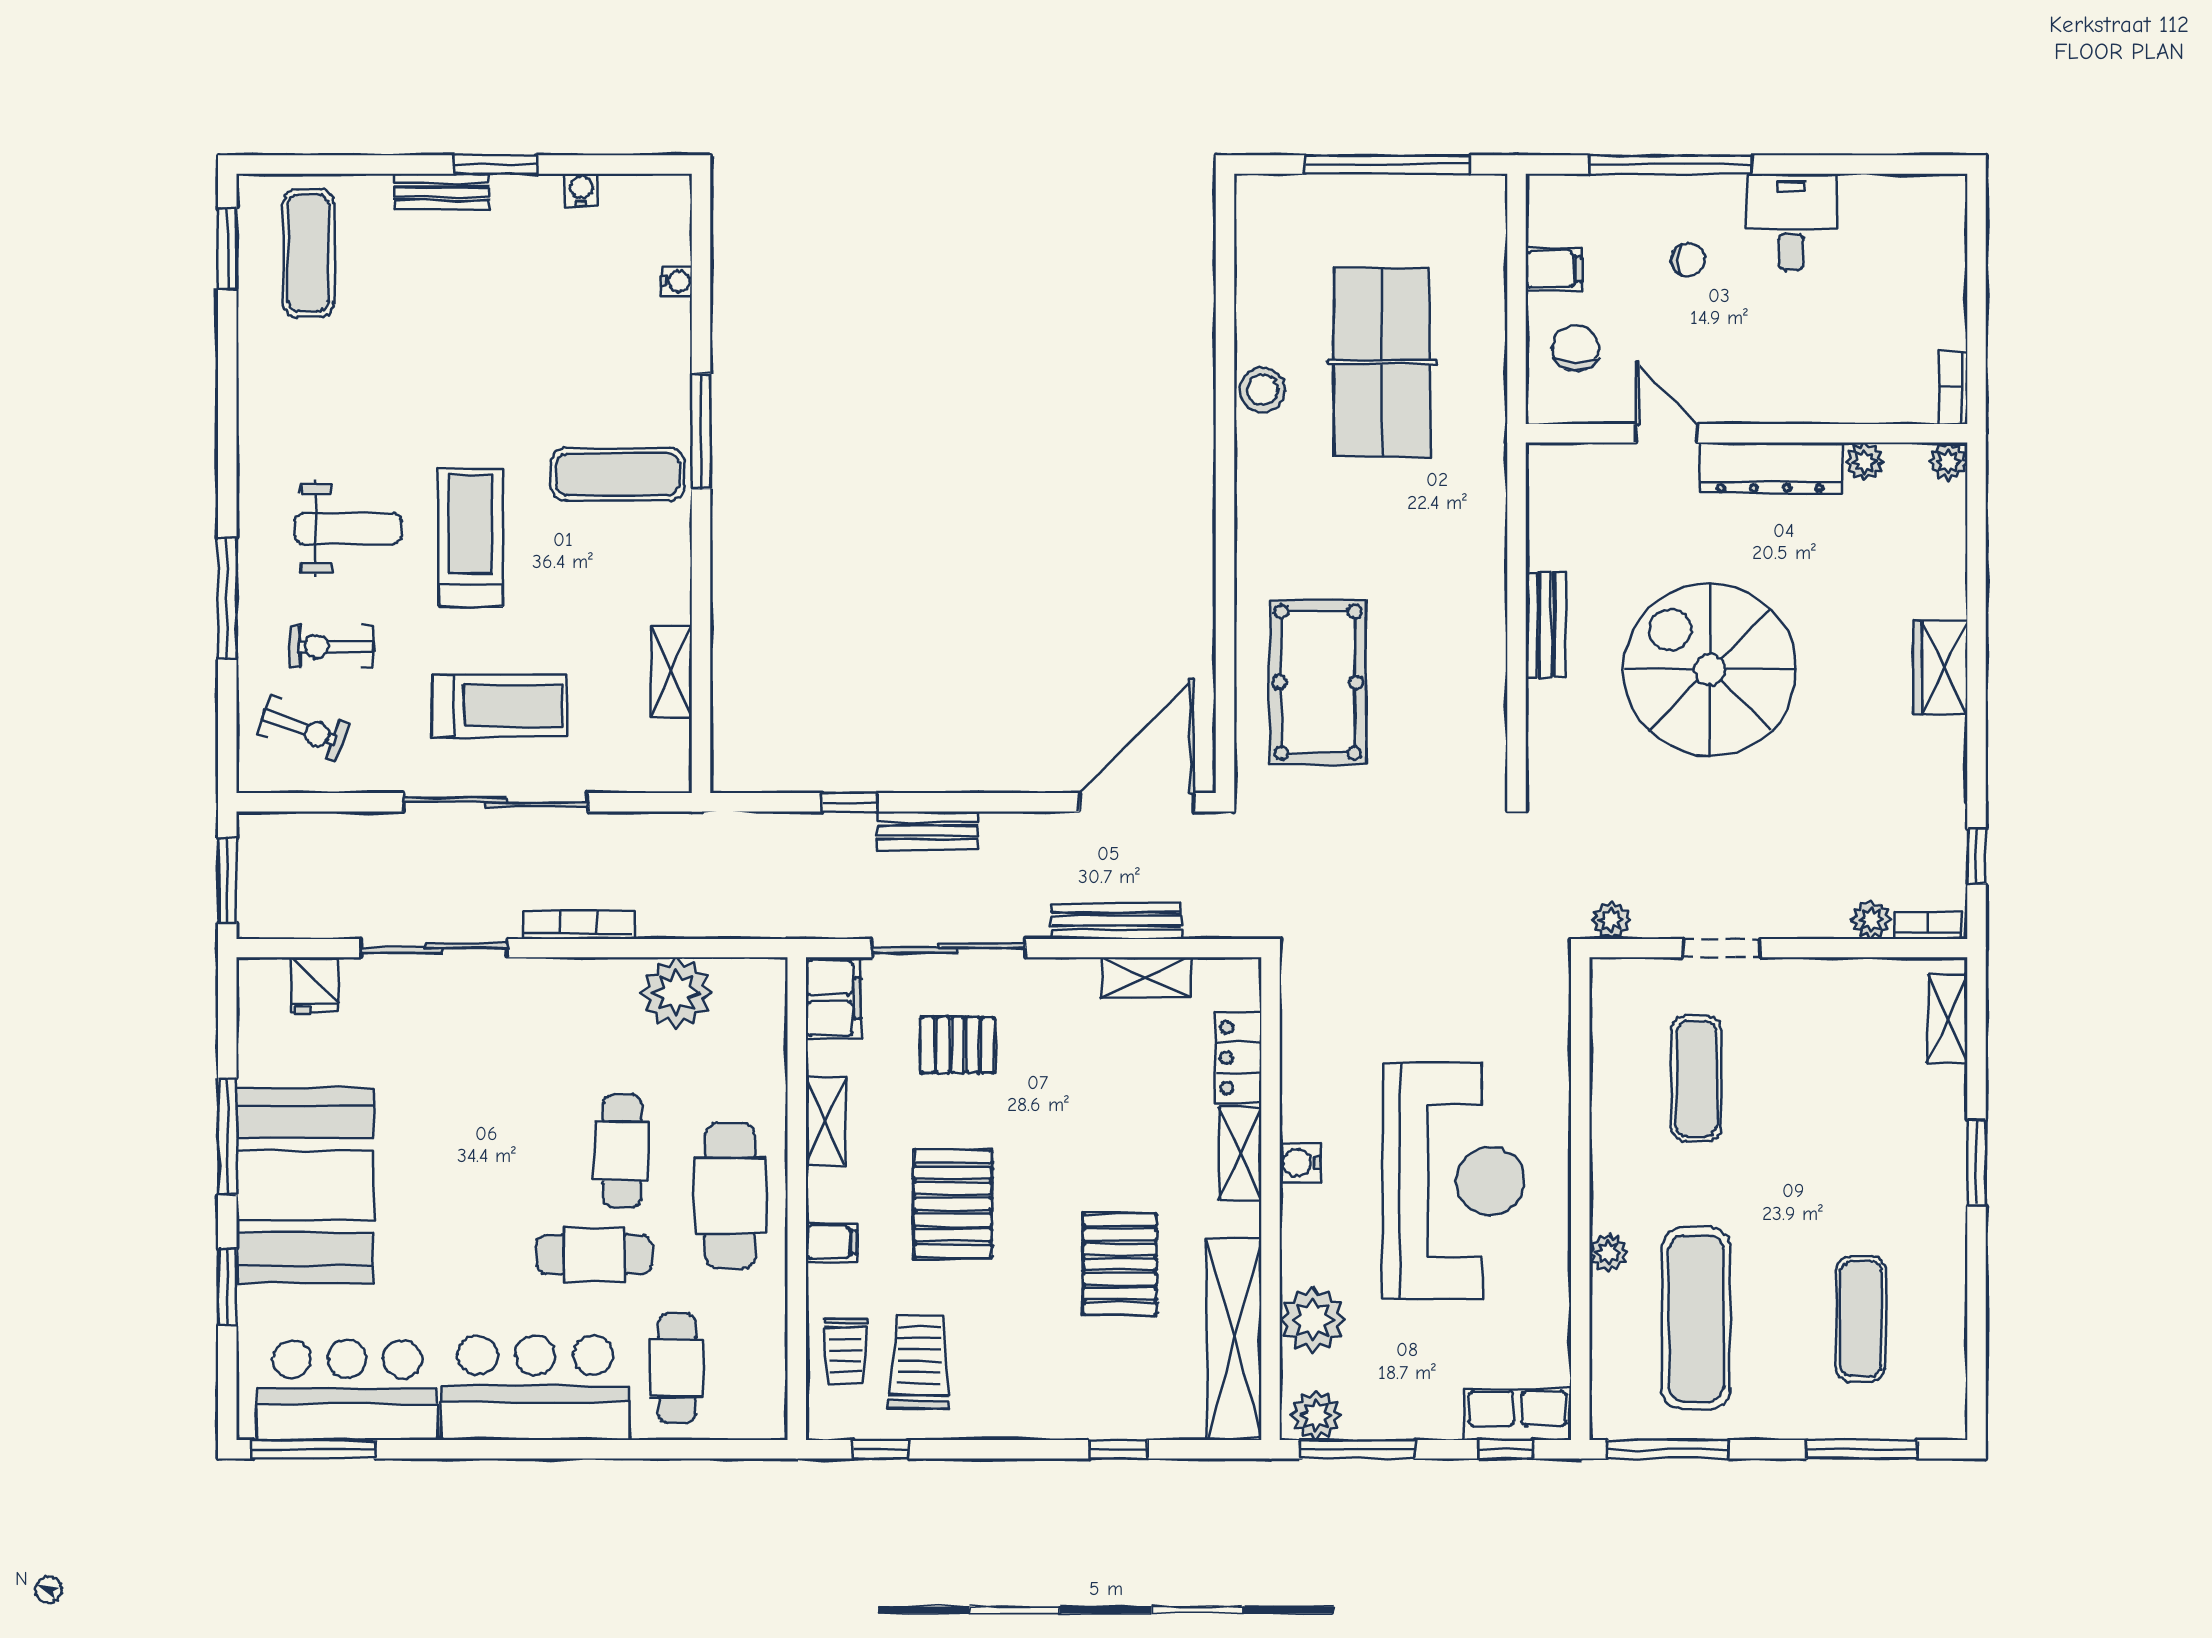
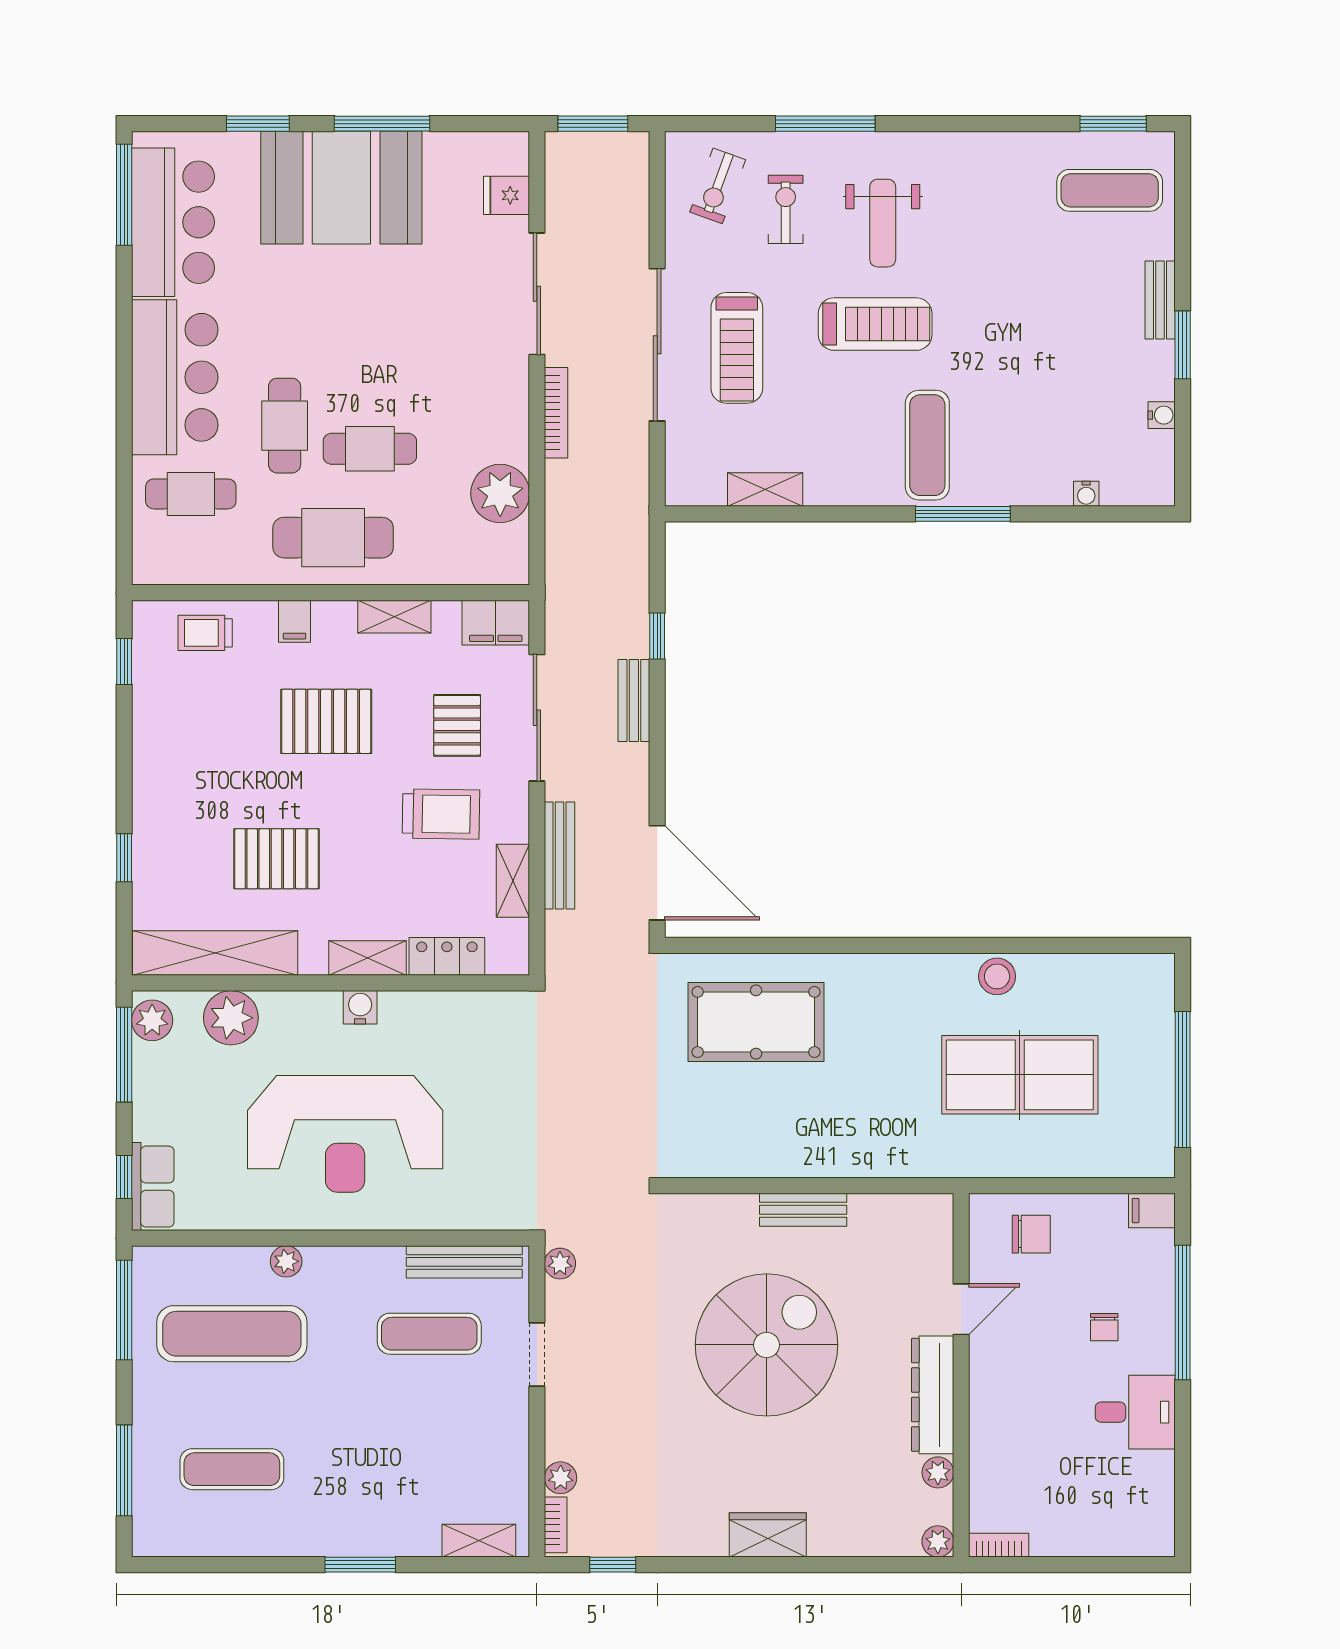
filing cabinet: (1554, 269) -> (1152, 1211), moved, turned 90
bench: (1609, 1036) -> (464, 1262), added
trolley: (919, 1362) -> (441, 814), moved

